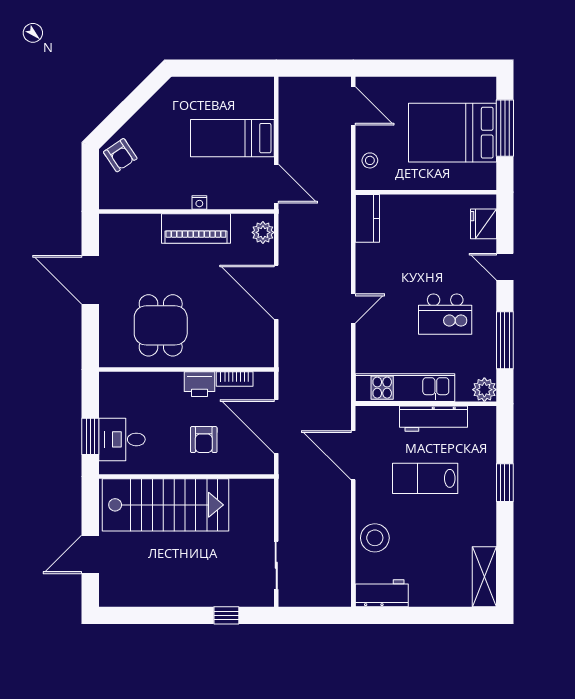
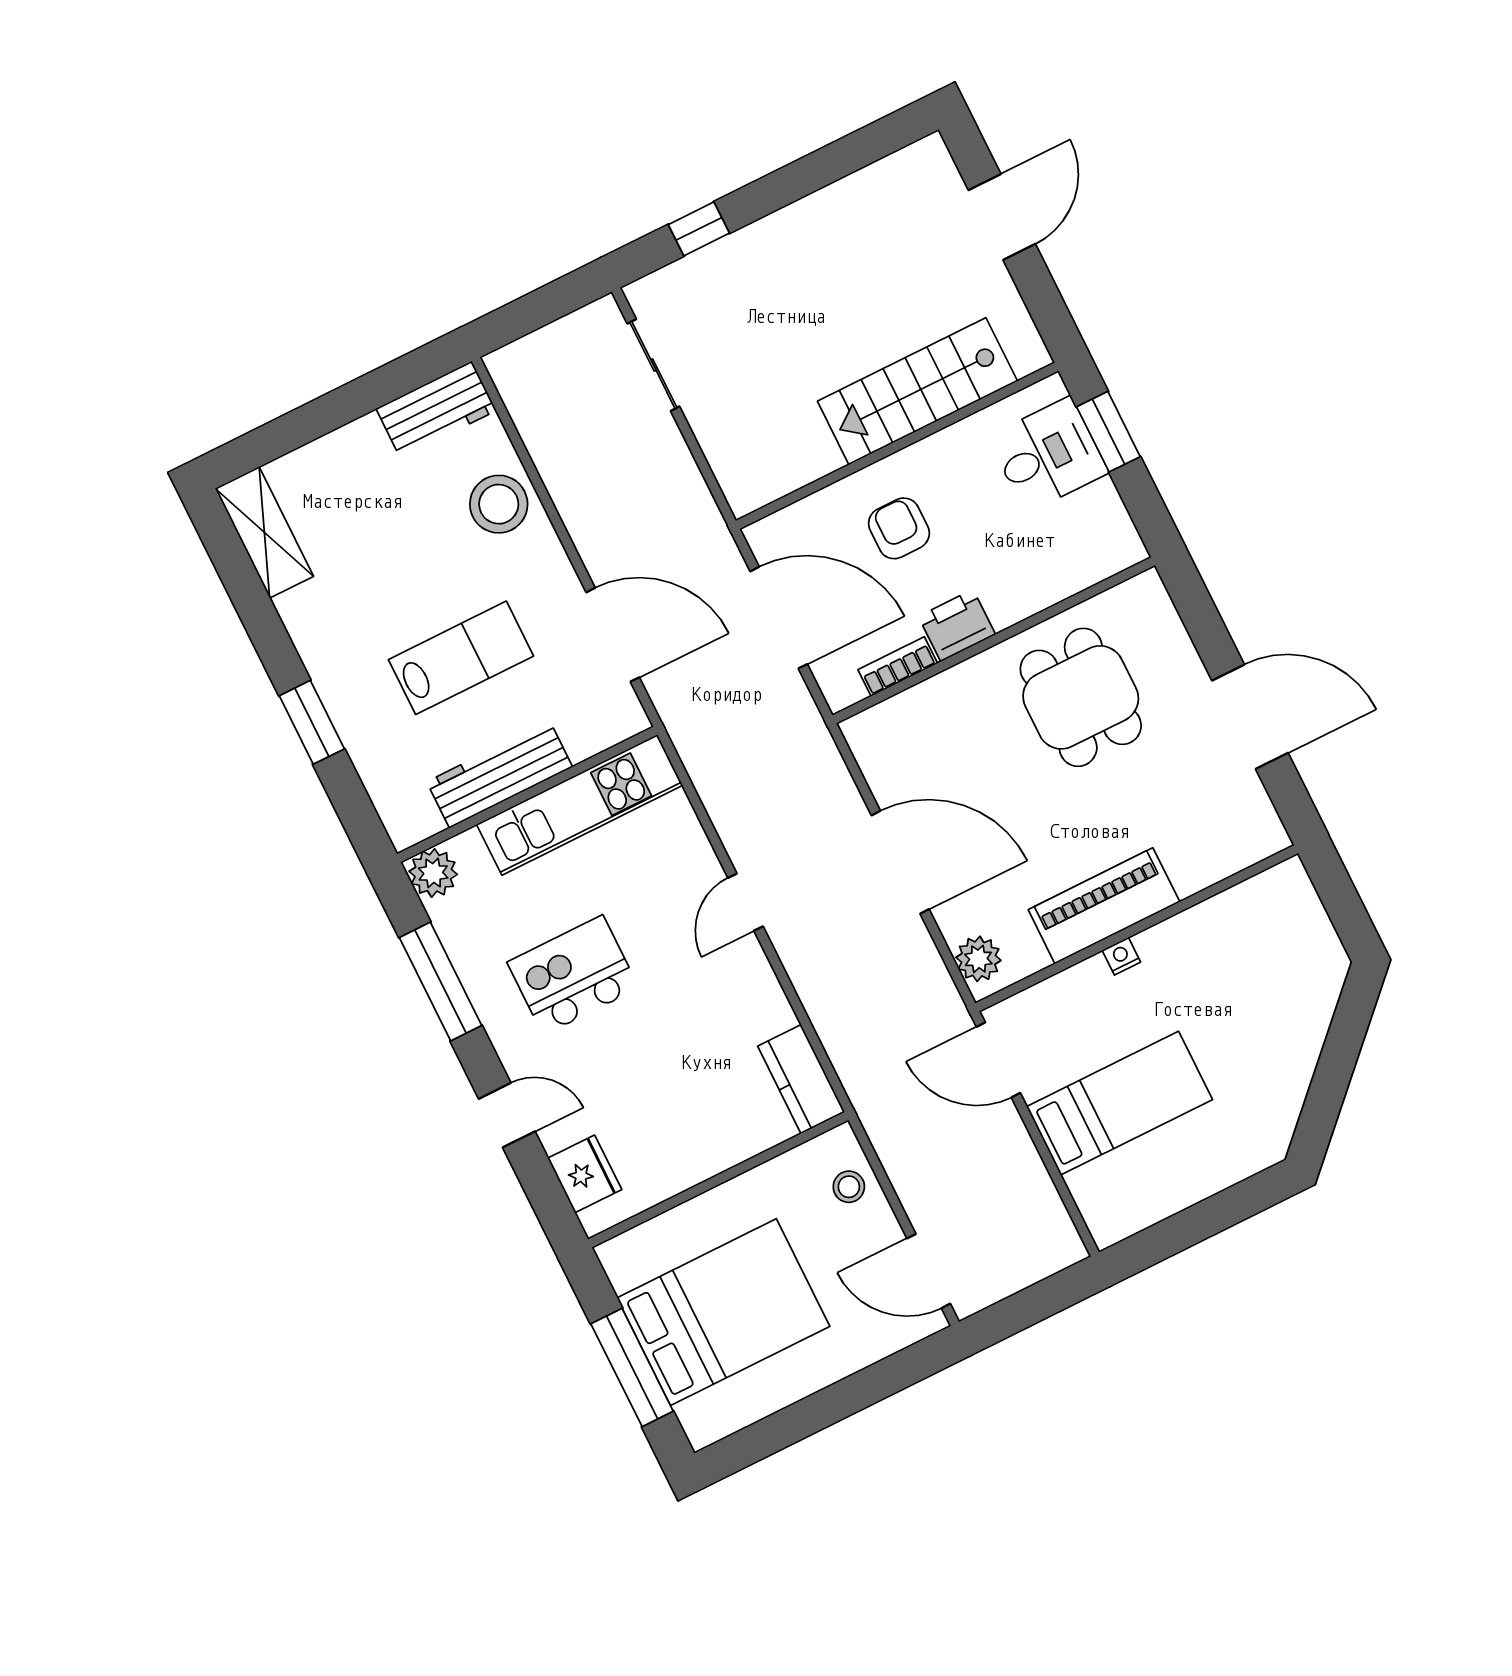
armchair: (120, 155) -> (1308, 971), removed
stairs: (166, 505) -> (917, 391), width x0.73, depth x0.66

